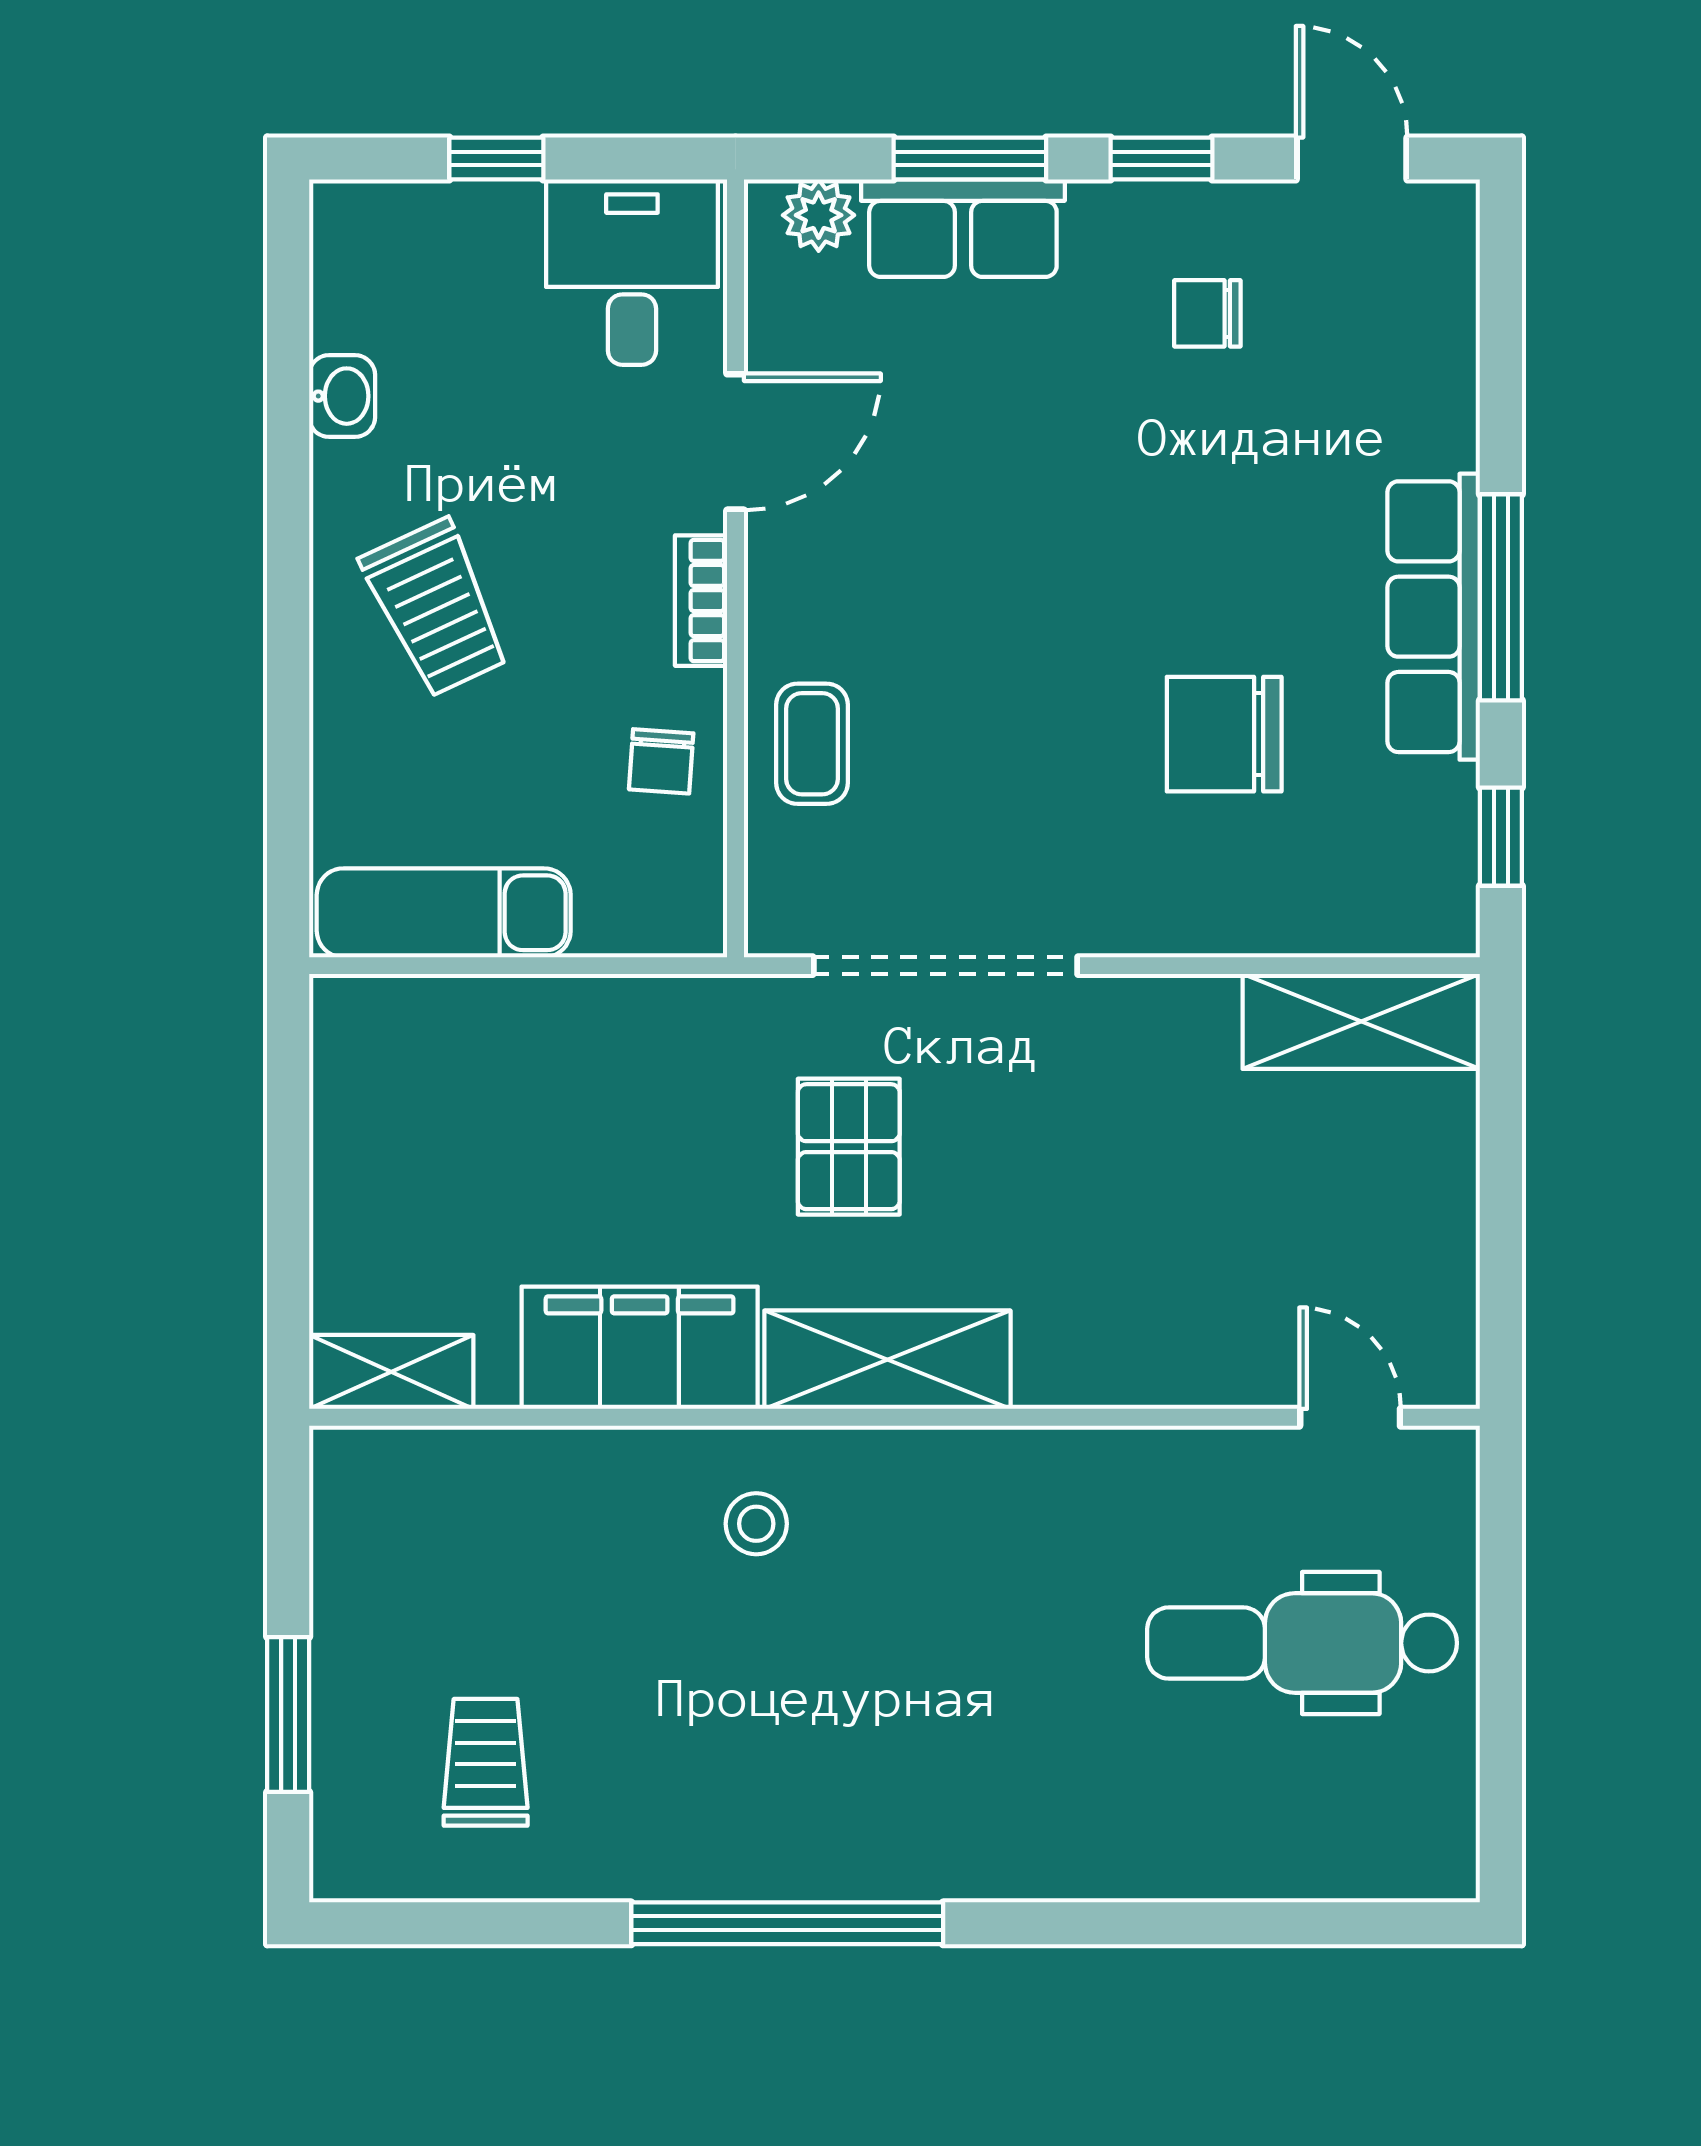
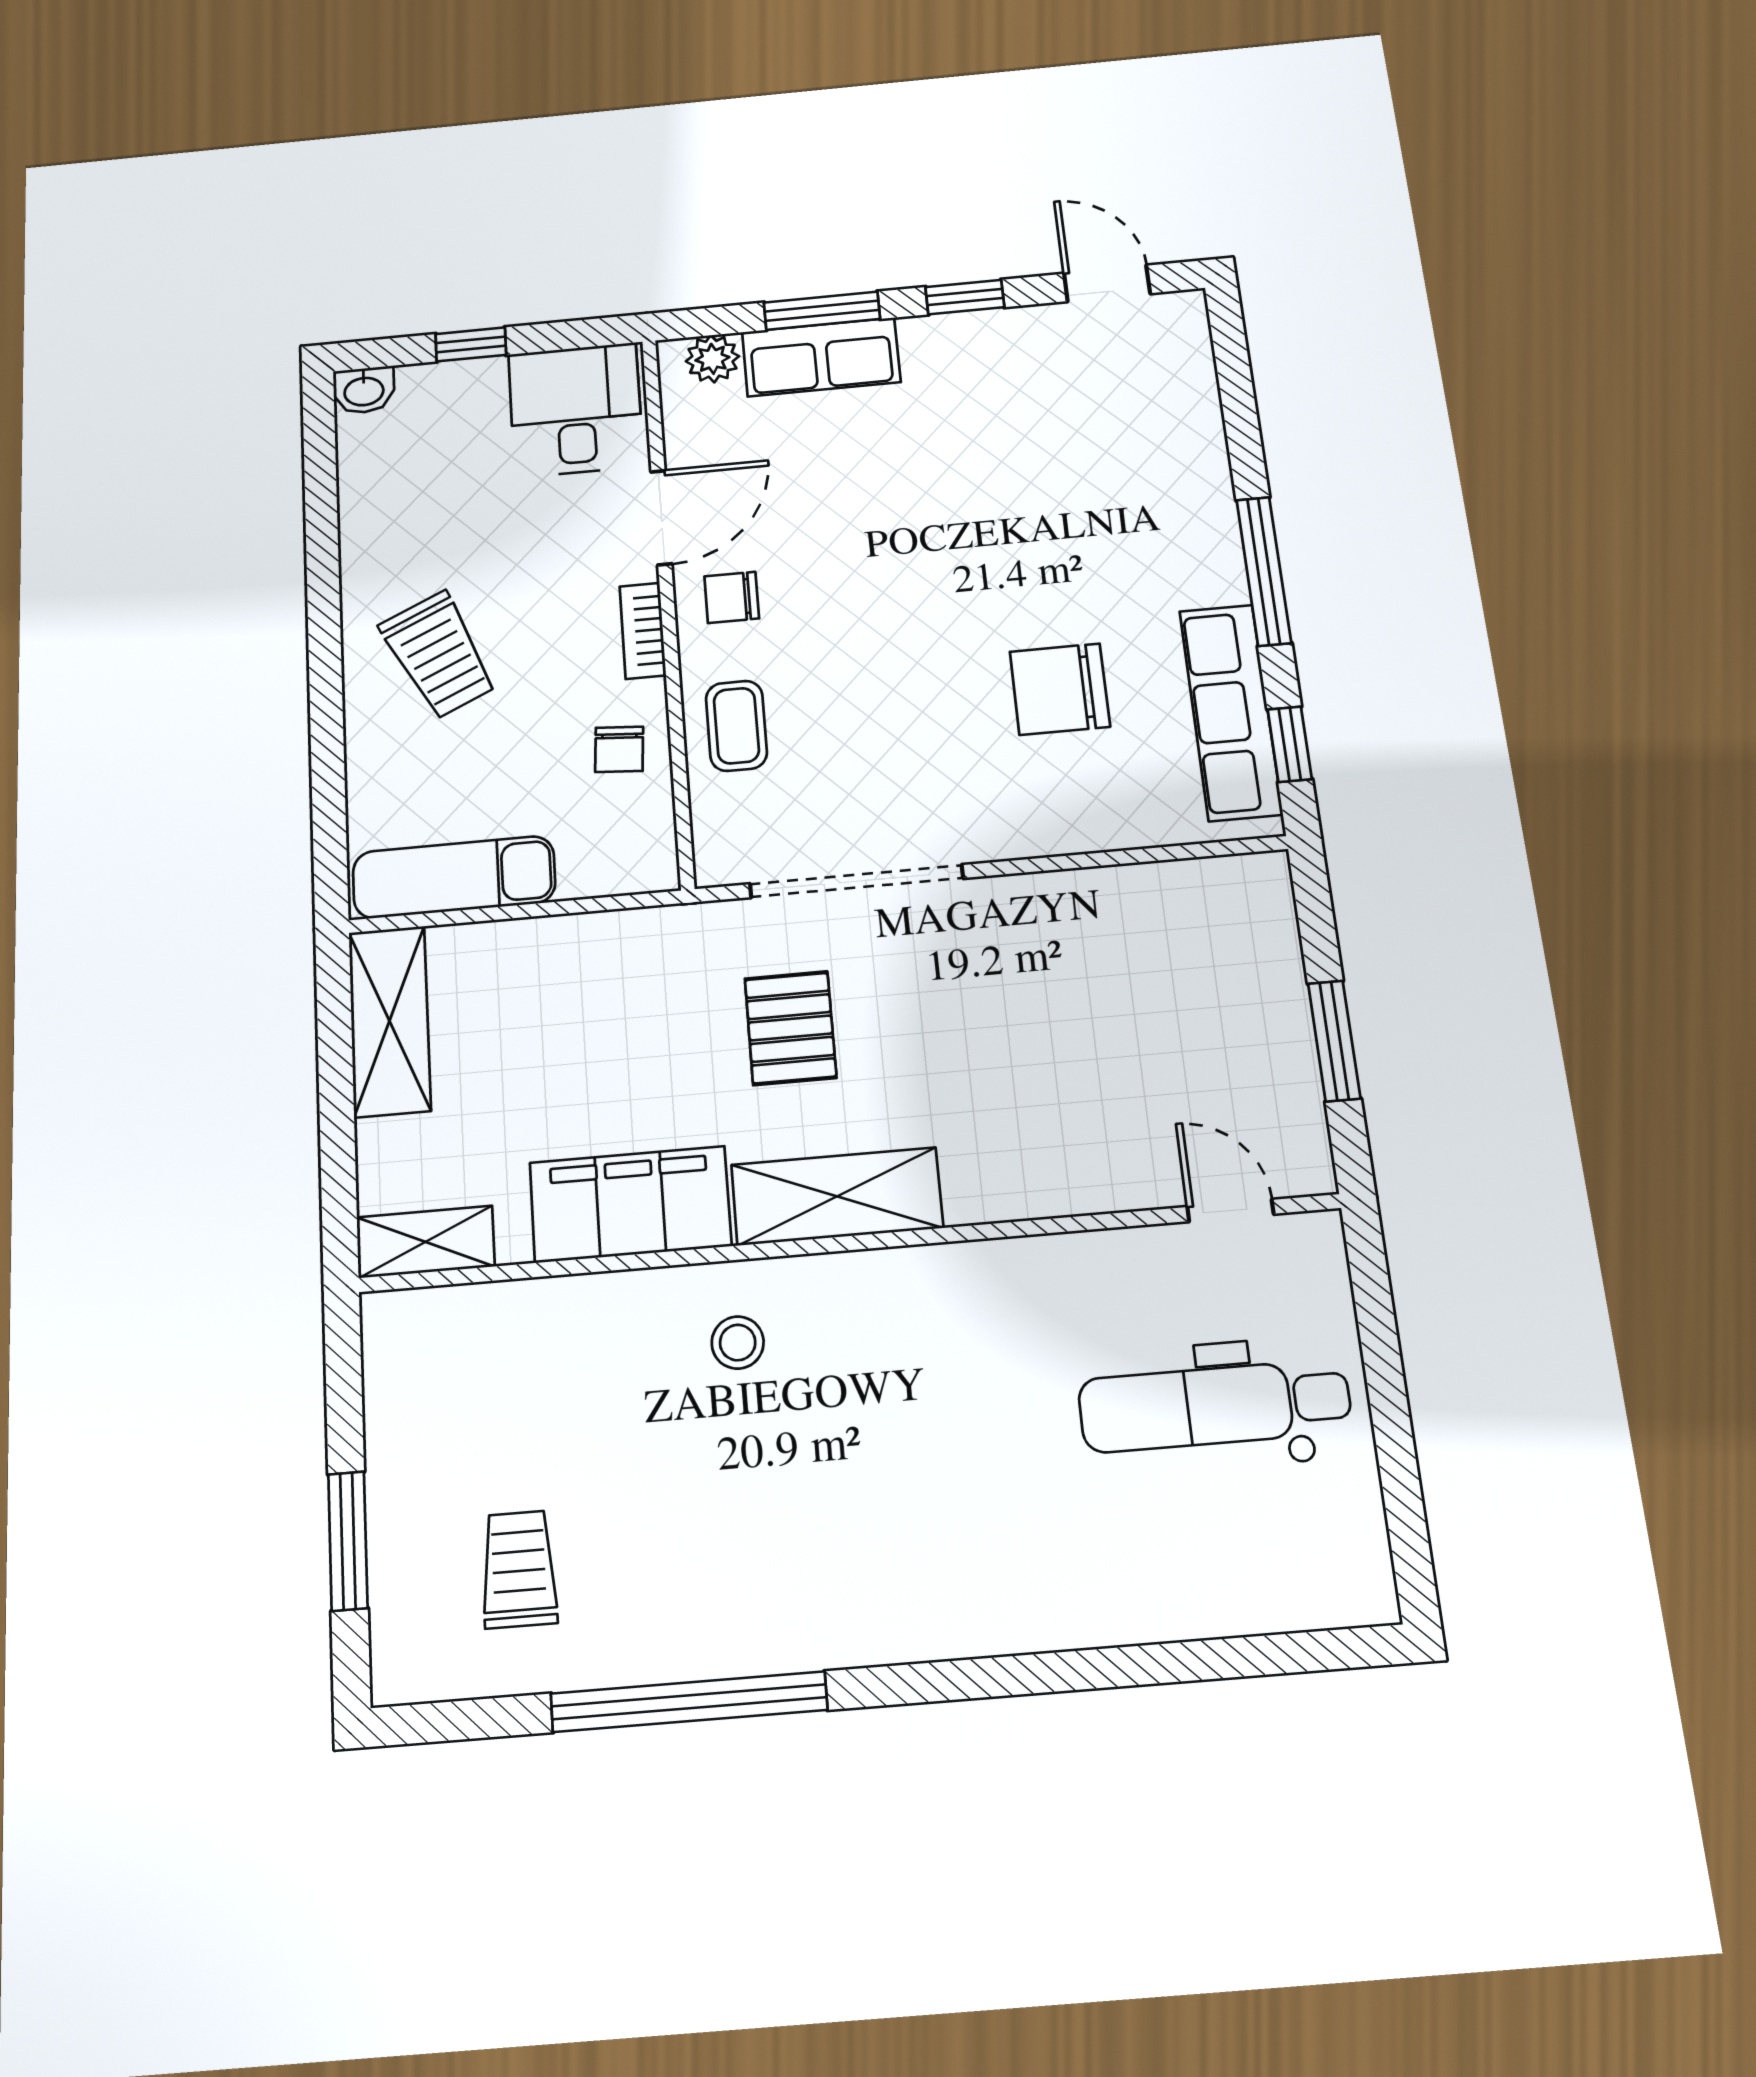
chair: (1207, 313) -> (732, 597), moved
washbasin: (342, 396) -> (364, 390), moved, turned 90
row of seats: (1434, 617) -> (1231, 712), moved
shelving: (1361, 1021) -> (389, 1021), moved, turned 90
window: (1501, 1222) -> (1334, 1041), added
window: (787, 1923) -> (689, 1702), moved

